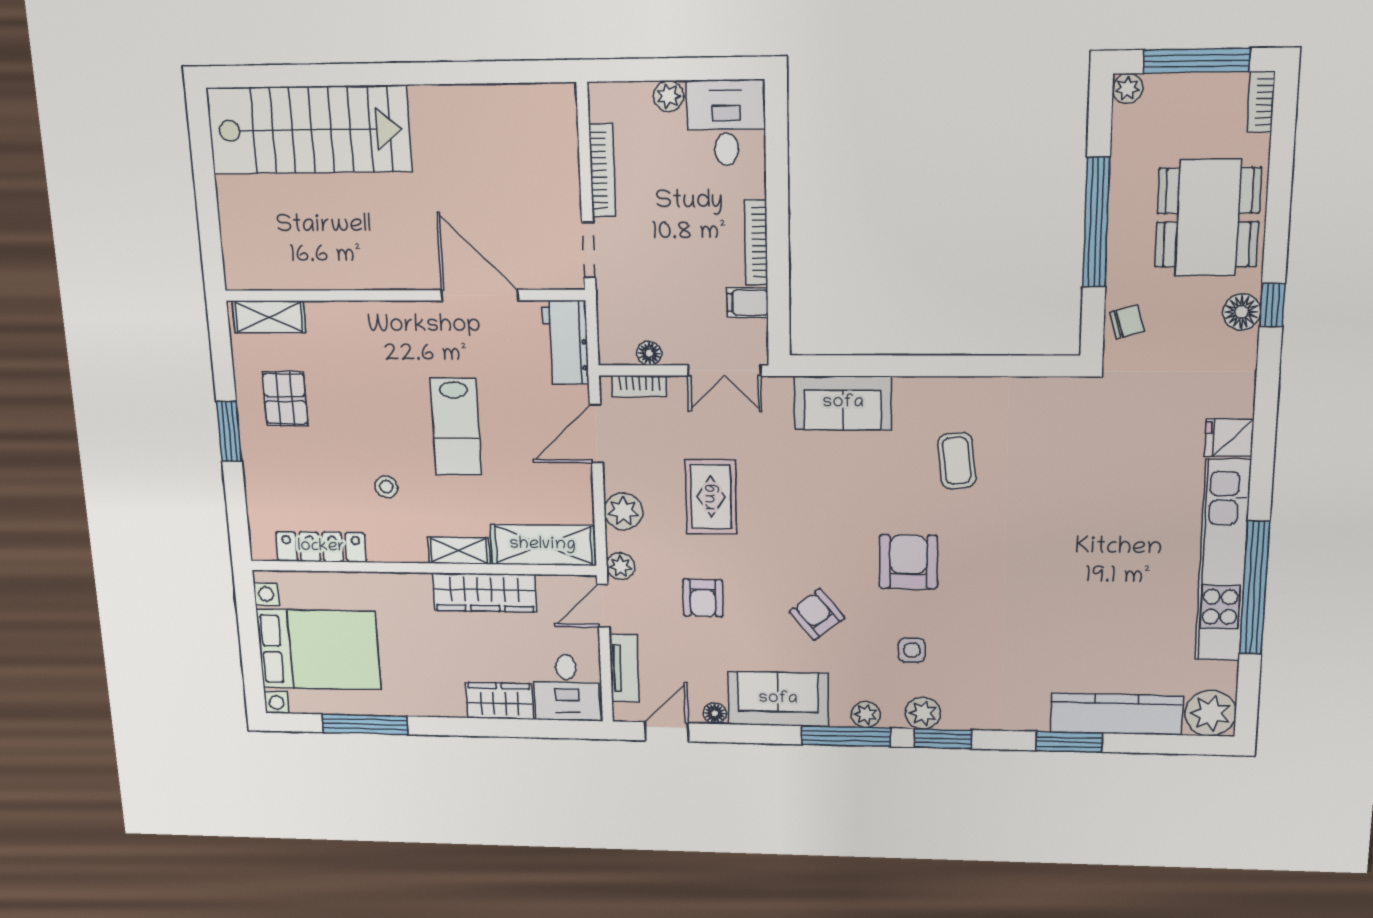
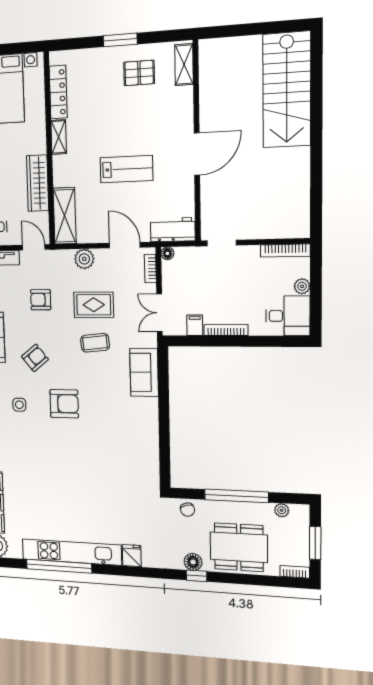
window: (1196, 61) -> (315, 543), width x0.69
plant: (1128, 88) -> (282, 510), moved
bookcase: (602, 170) -> (285, 251), moved
door: (480, 295) -> (197, 154), moved
floor lamp: (649, 353) -> (167, 253), moved
lab bench: (456, 427) -> (126, 169), turned 180
coffee table: (957, 461) -> (95, 343), moved
stool: (386, 487) -> (93, 130), removed
shelving: (459, 550) -> (59, 137), moved
plant: (621, 566) -> (55, 257), removed

